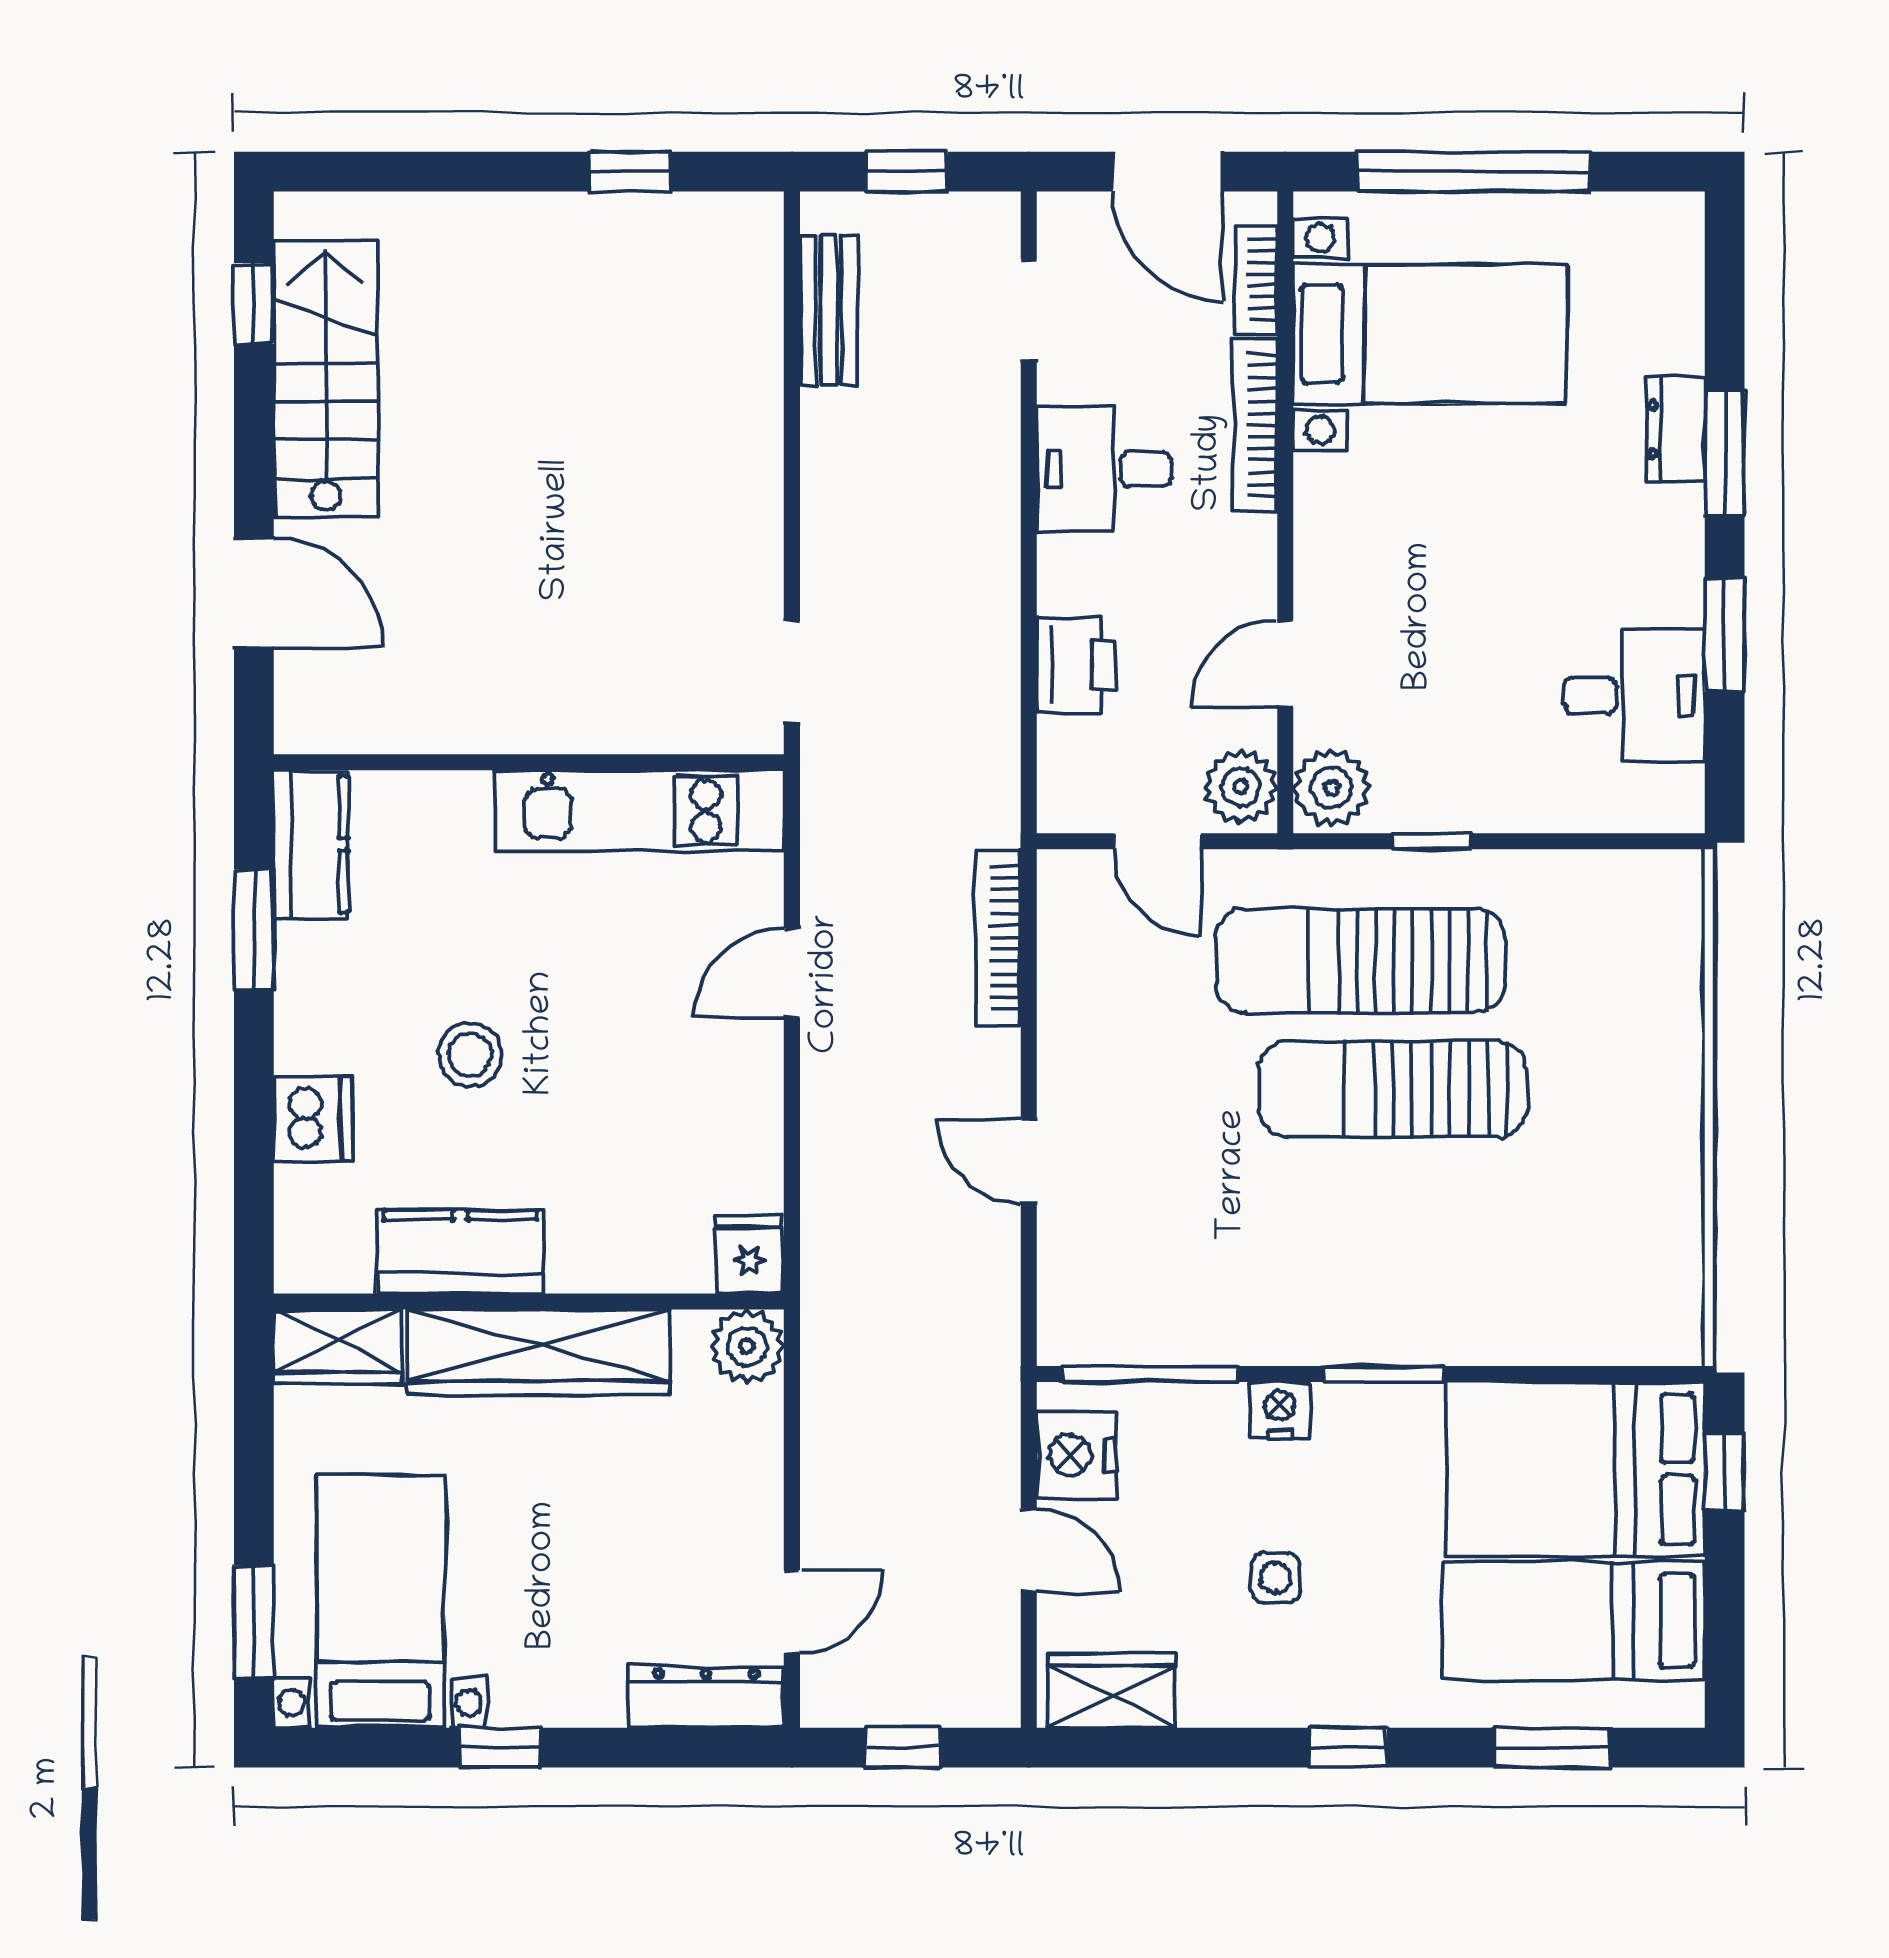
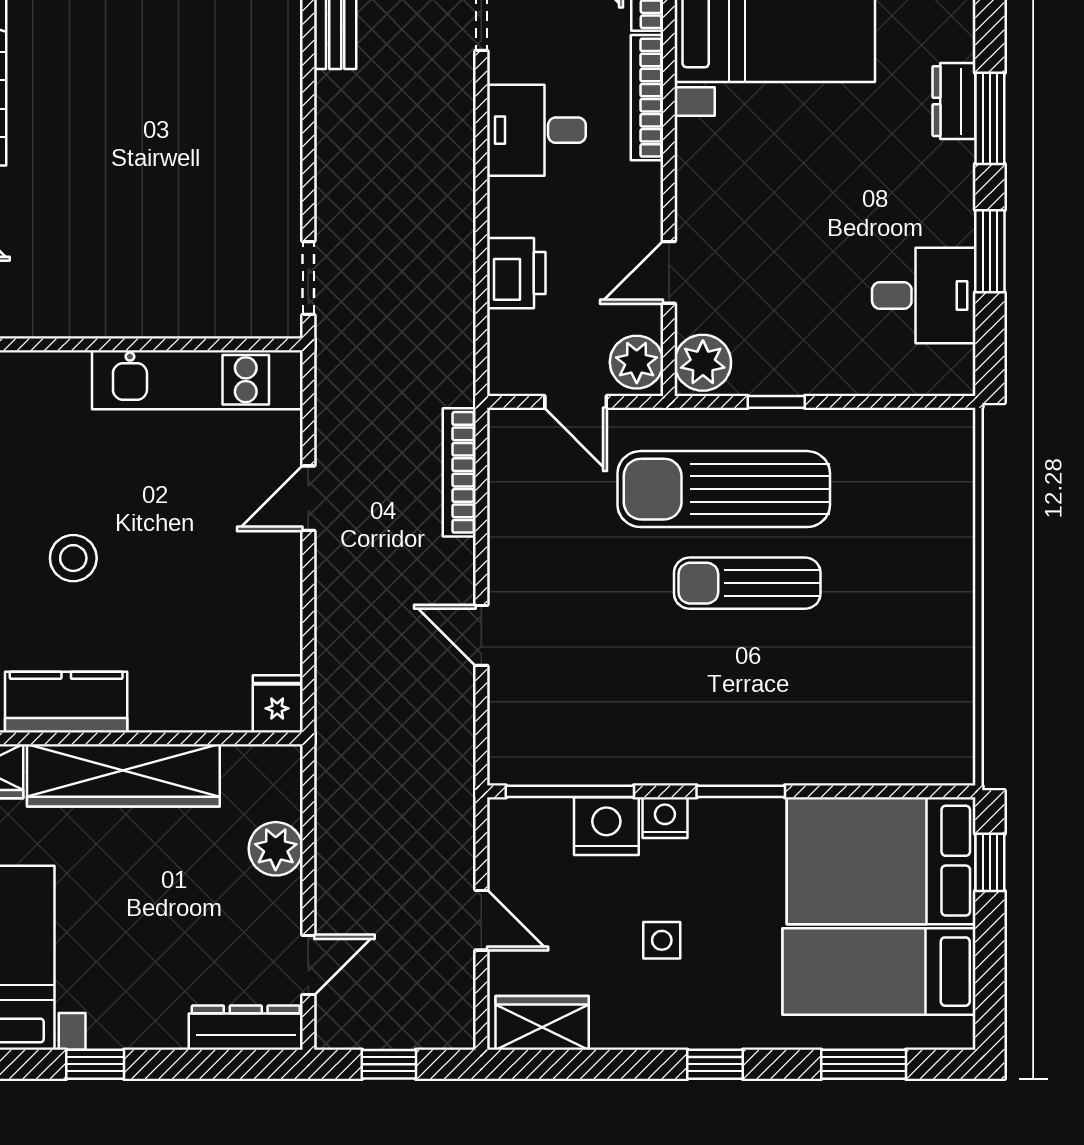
sun lounger: (1392, 1089) -> (747, 583), width x0.73, depth x0.75
plant: (747, 1346) -> (276, 849), moved
nightstand: (1076, 1455) -> (606, 826), moved, turned 90

